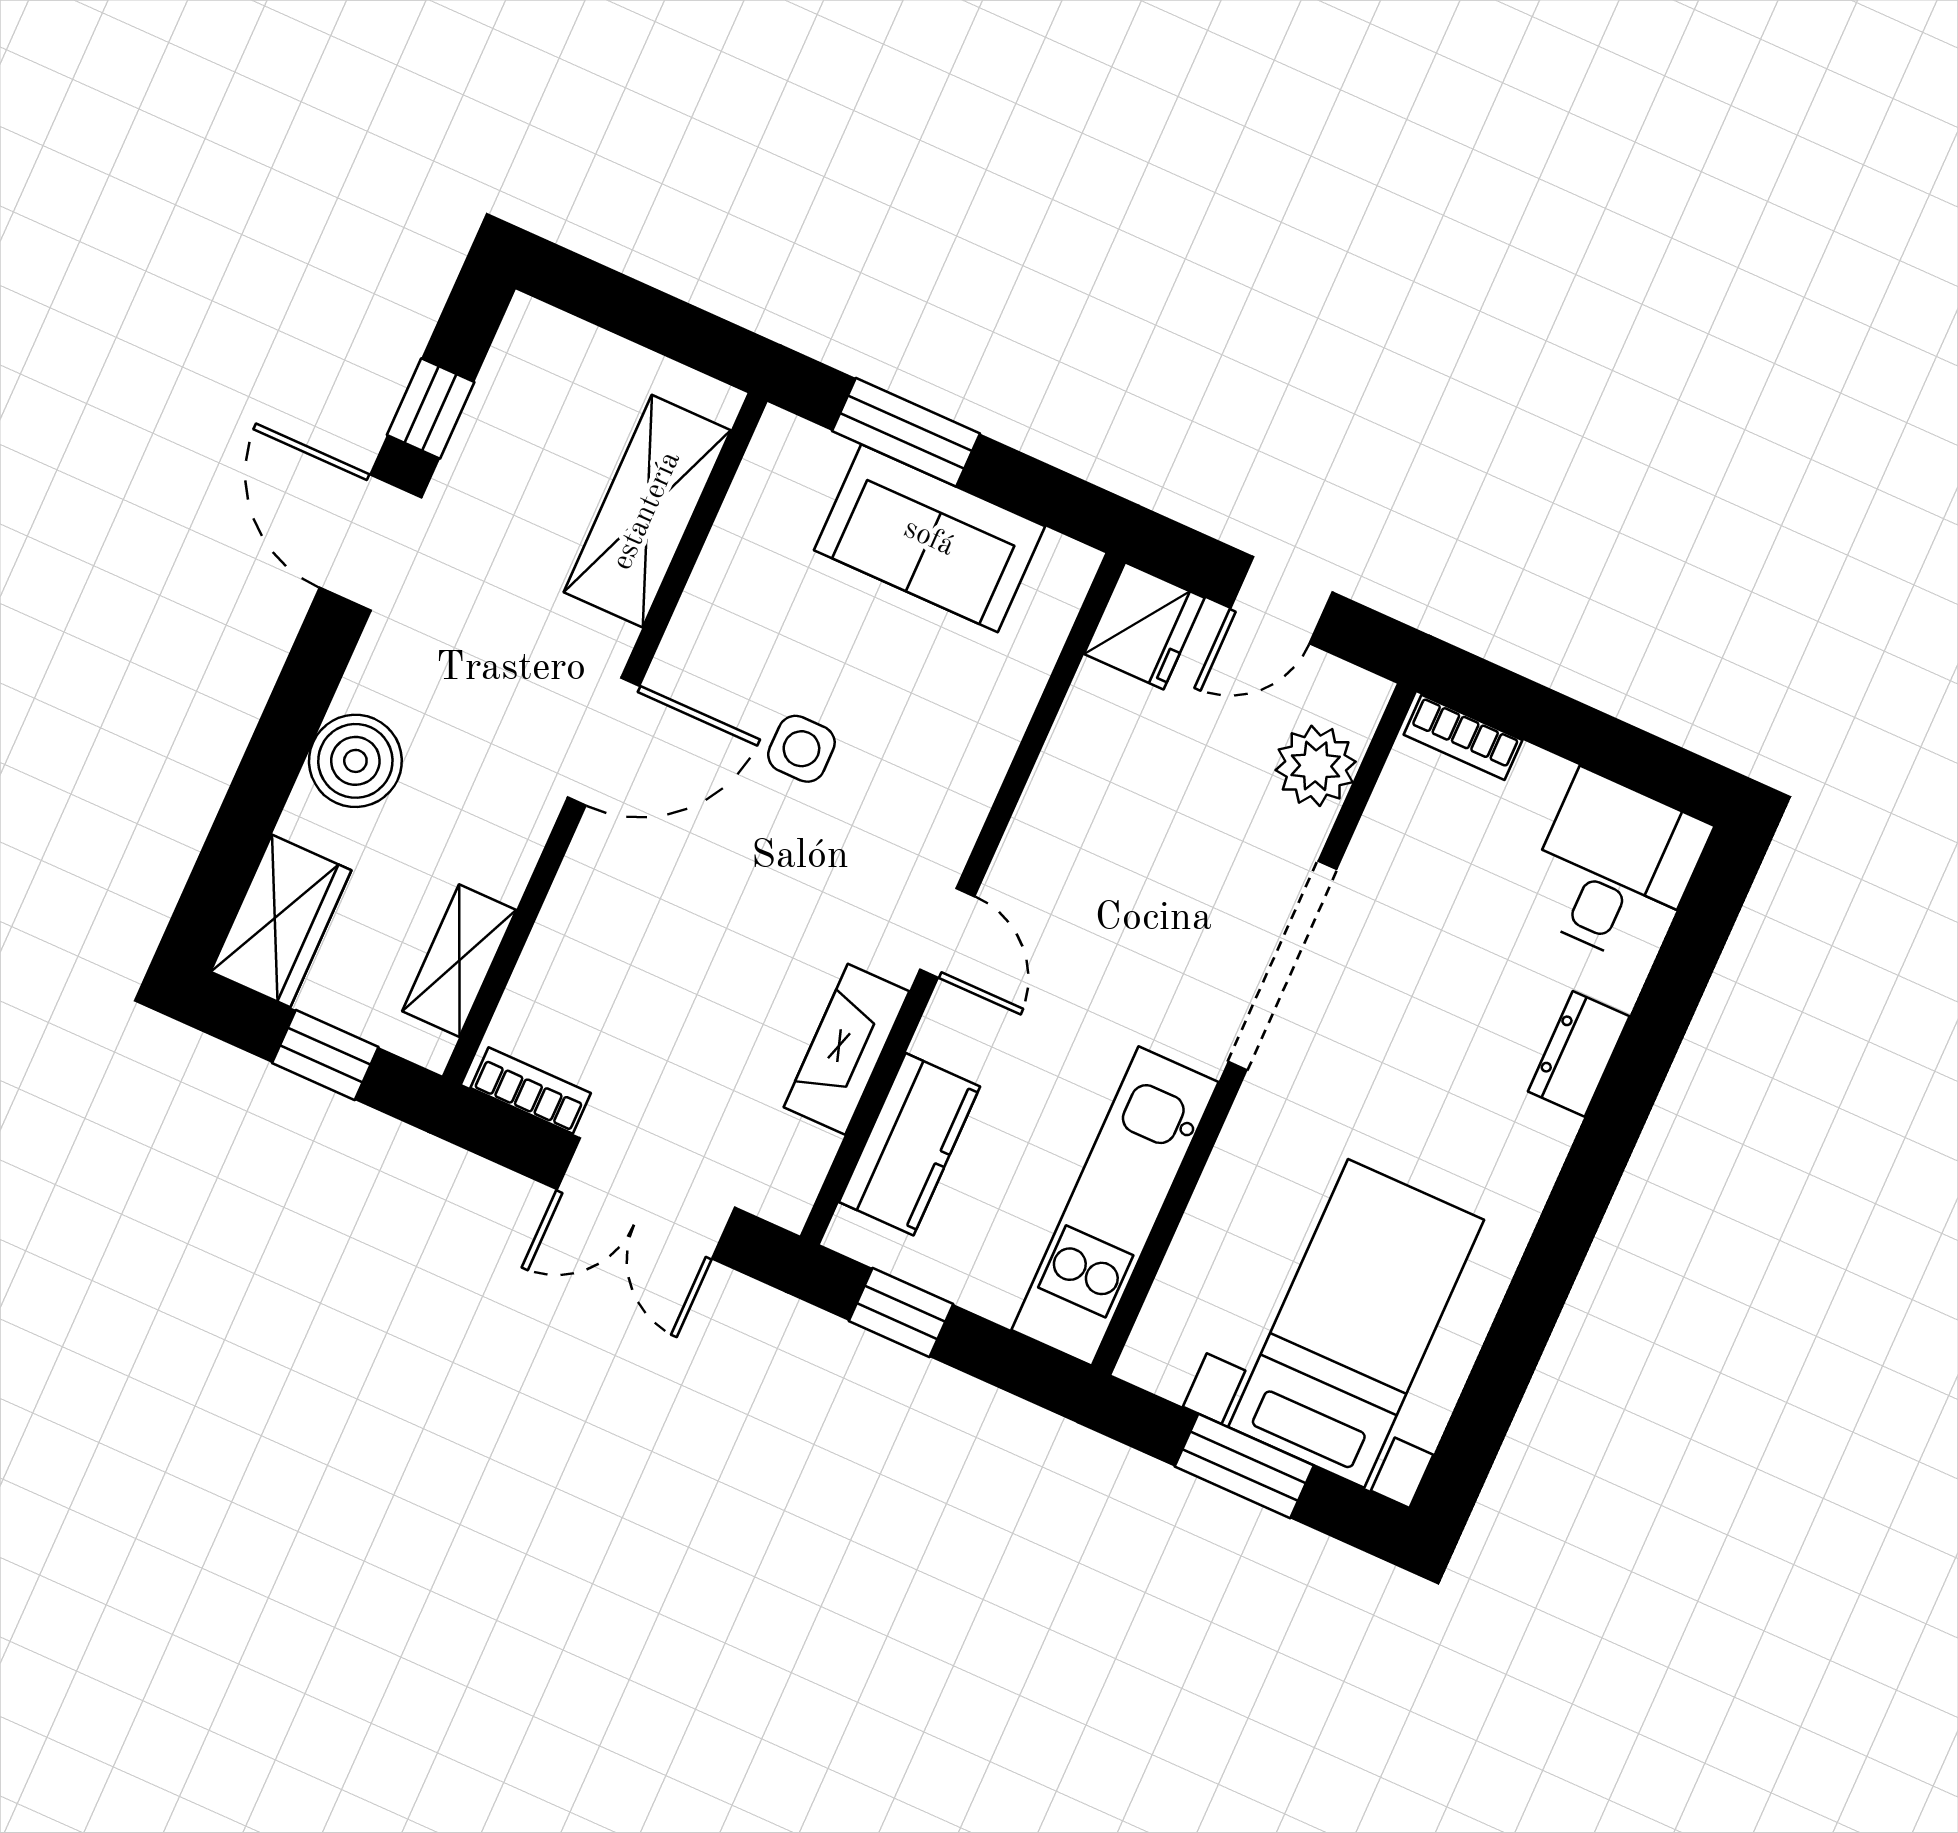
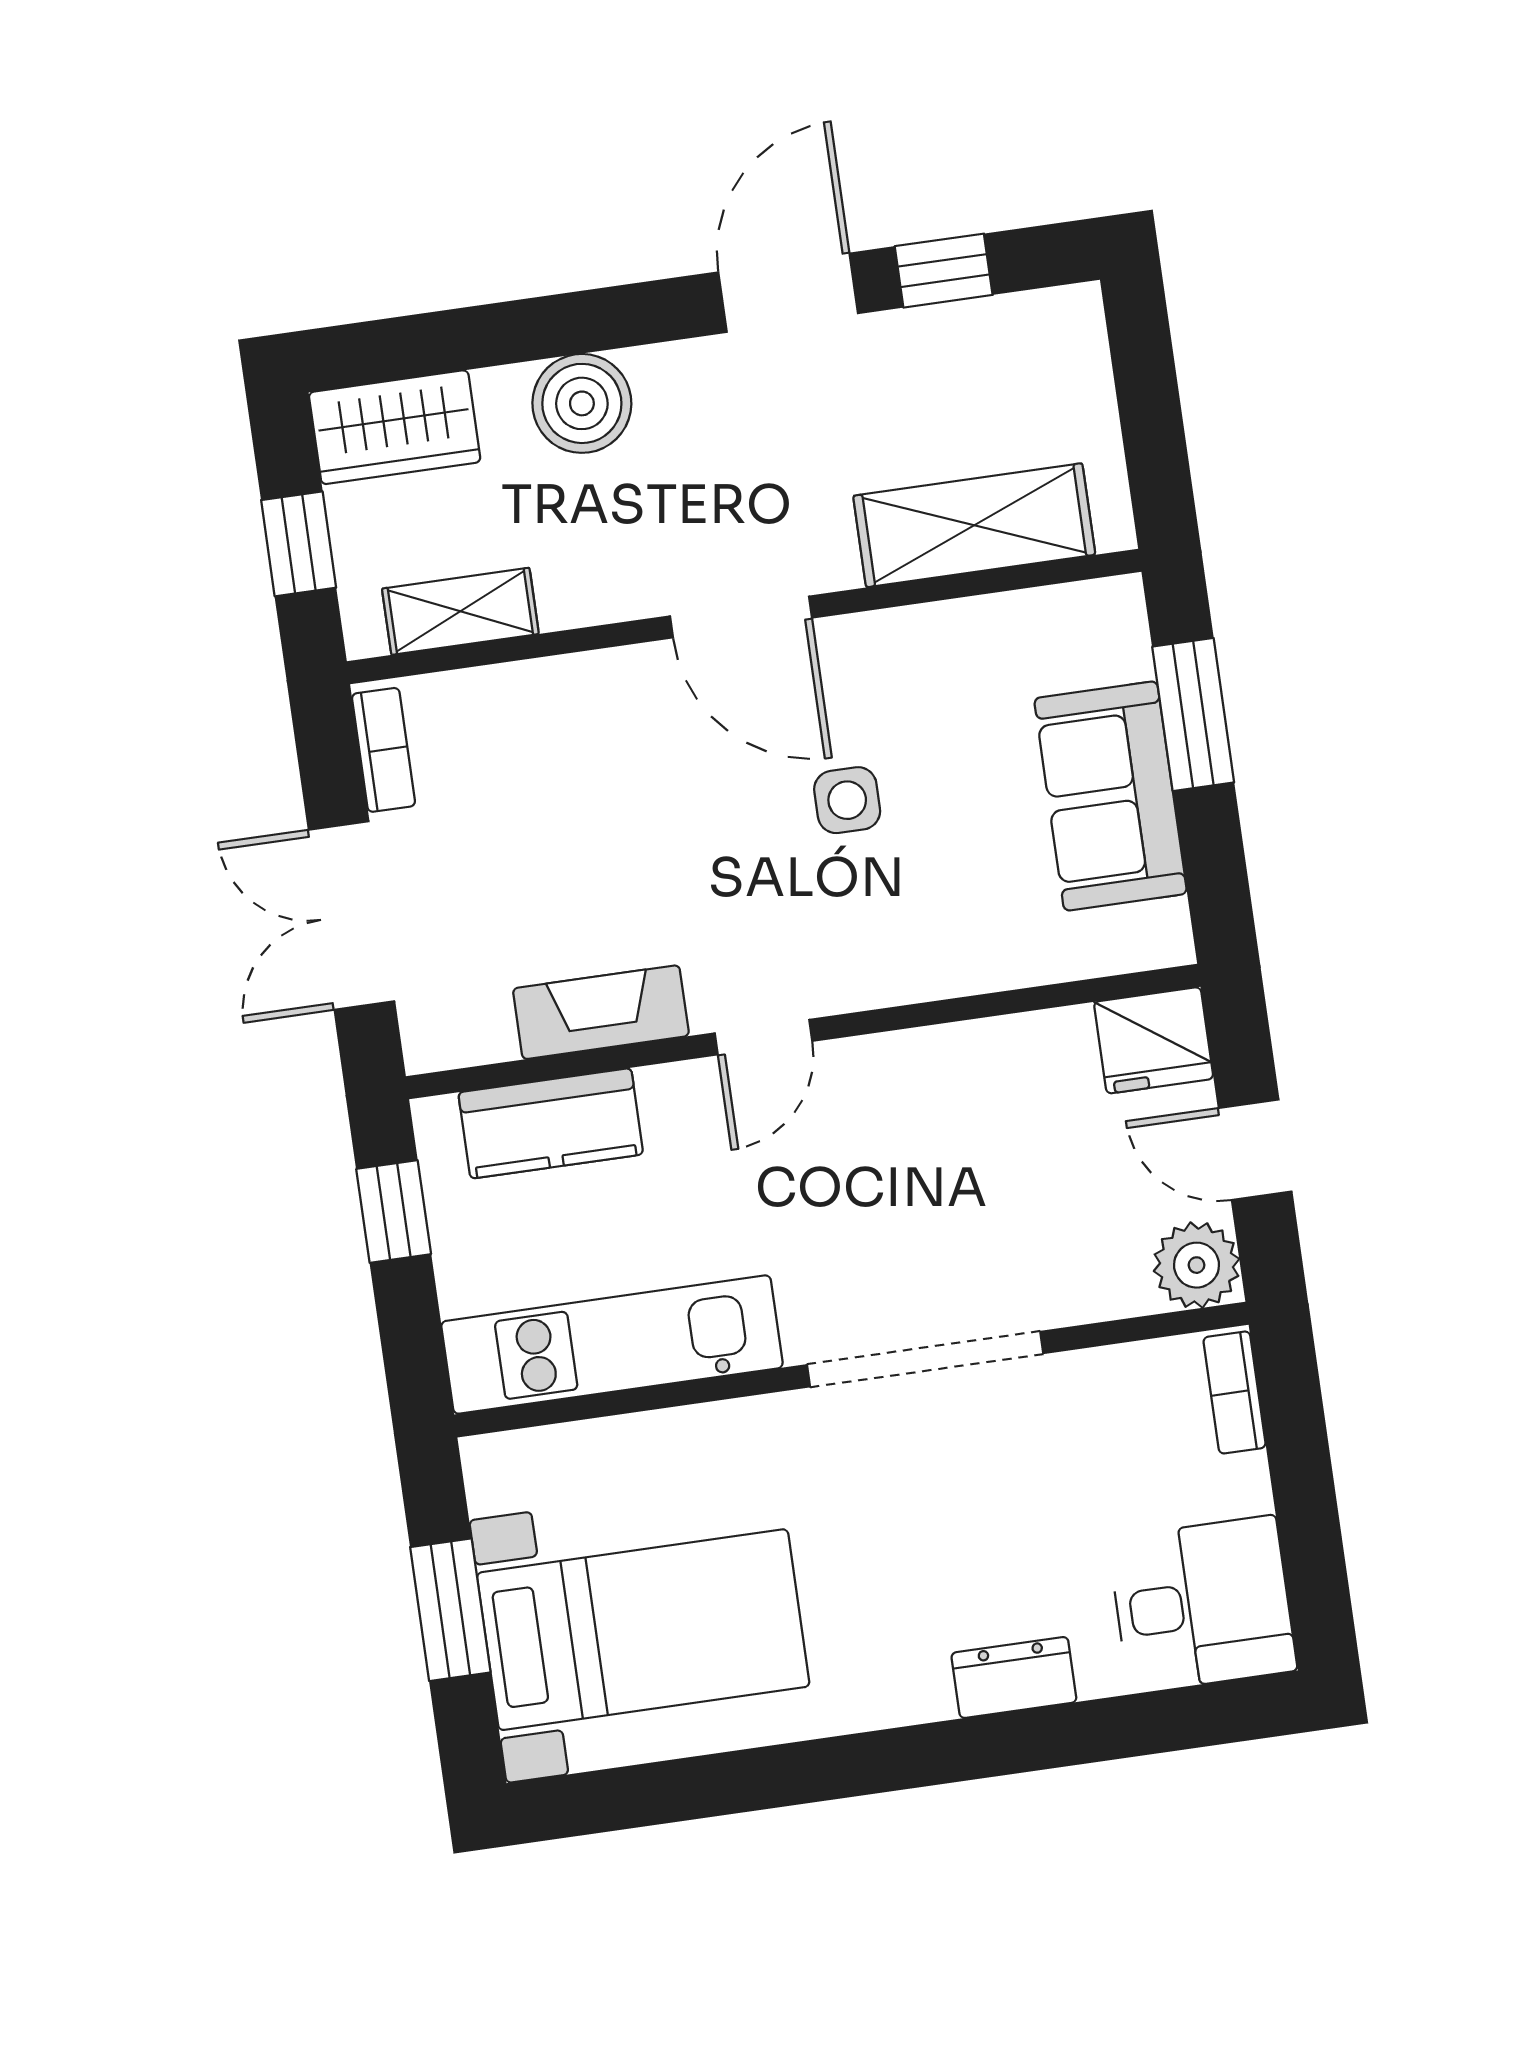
plant: (1316, 766) -> (1196, 1265), moved

